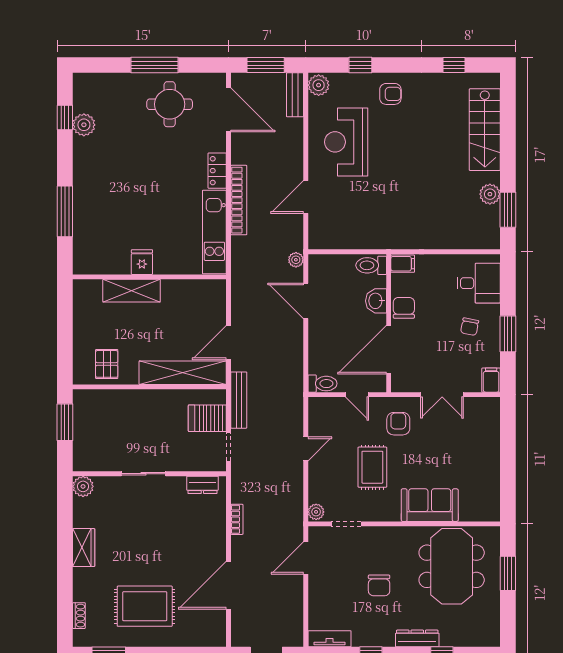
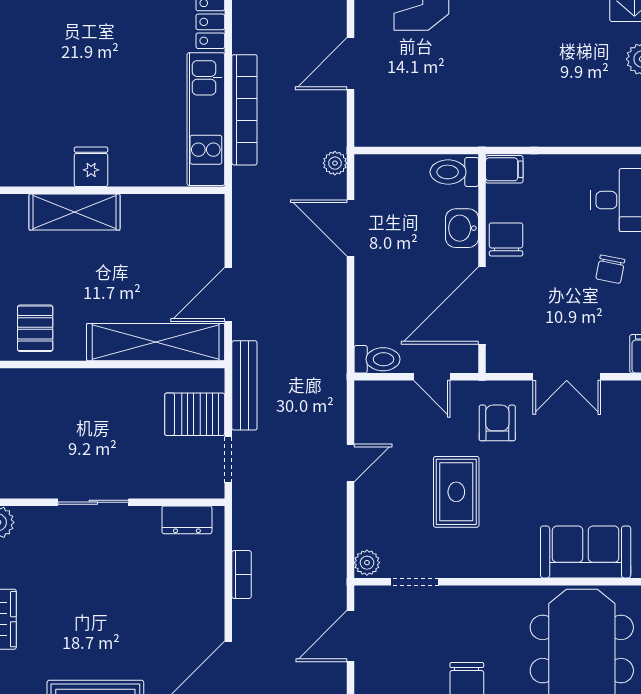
bookcase: (239, 200) -> (244, 110), moved
sofa: (430, 505) -> (586, 552), moved

